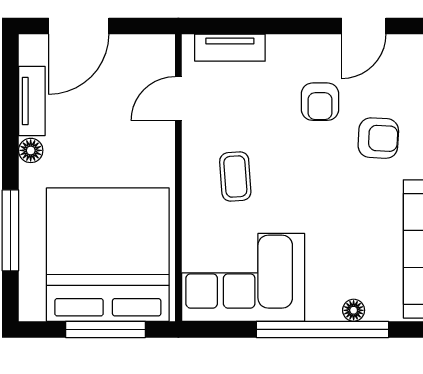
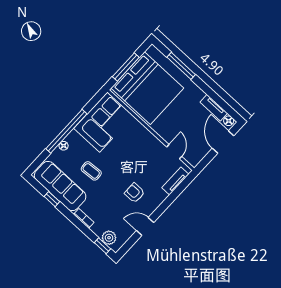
door: (364, 26) -> (145, 227), hinge flipped
armchair: (378, 138) -> (108, 200), removed
floor lamp: (31, 150) -> (229, 121), moved
coffee table: (235, 176) -> (91, 171), moved

